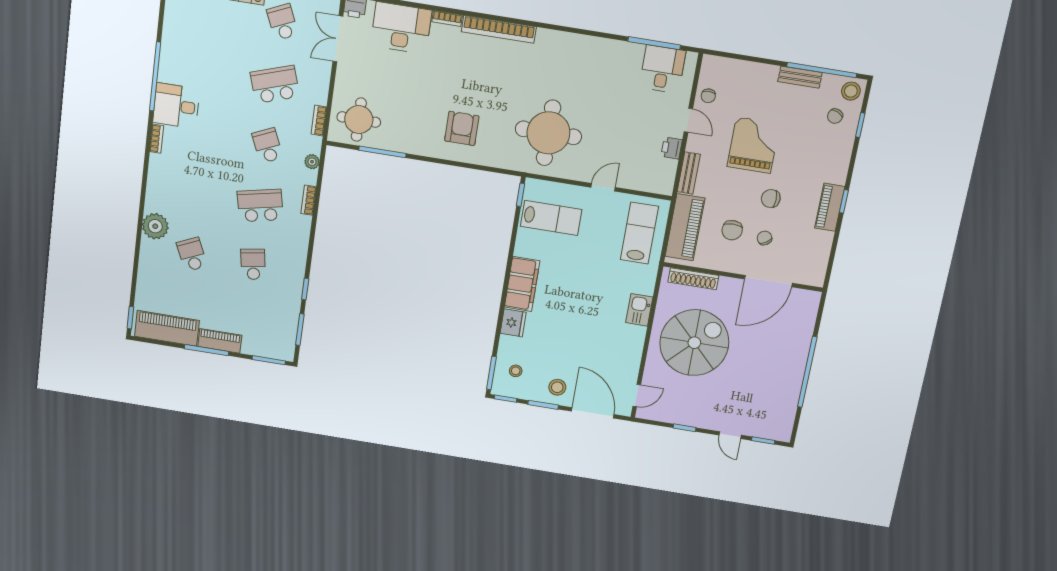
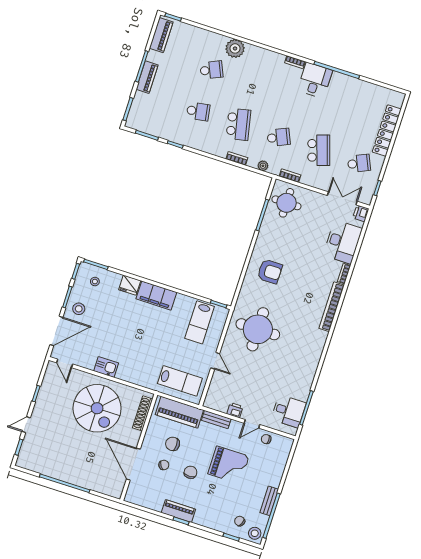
kitchen sink: (639, 310) -> (106, 367), moved
piano: (167, 328) -> (161, 35), width x0.73, depth x0.75

